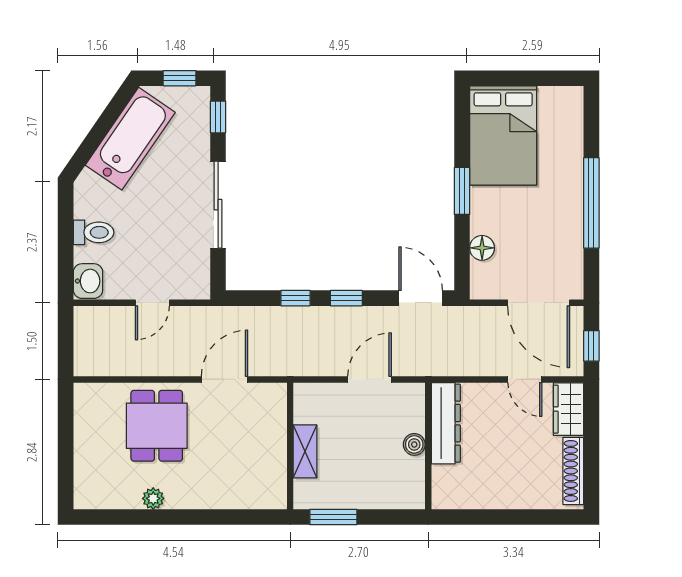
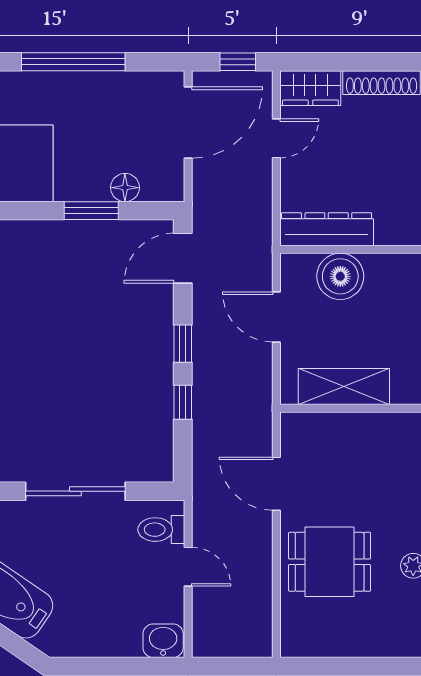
window: (462, 191) -> (91, 211), moved
toilet: (94, 232) -> (161, 530), moved, turned -90
boiler: (414, 444) -> (340, 276), width x1.86, depth x1.86
shelving: (305, 451) -> (344, 387), width x1.50, depth x1.33

